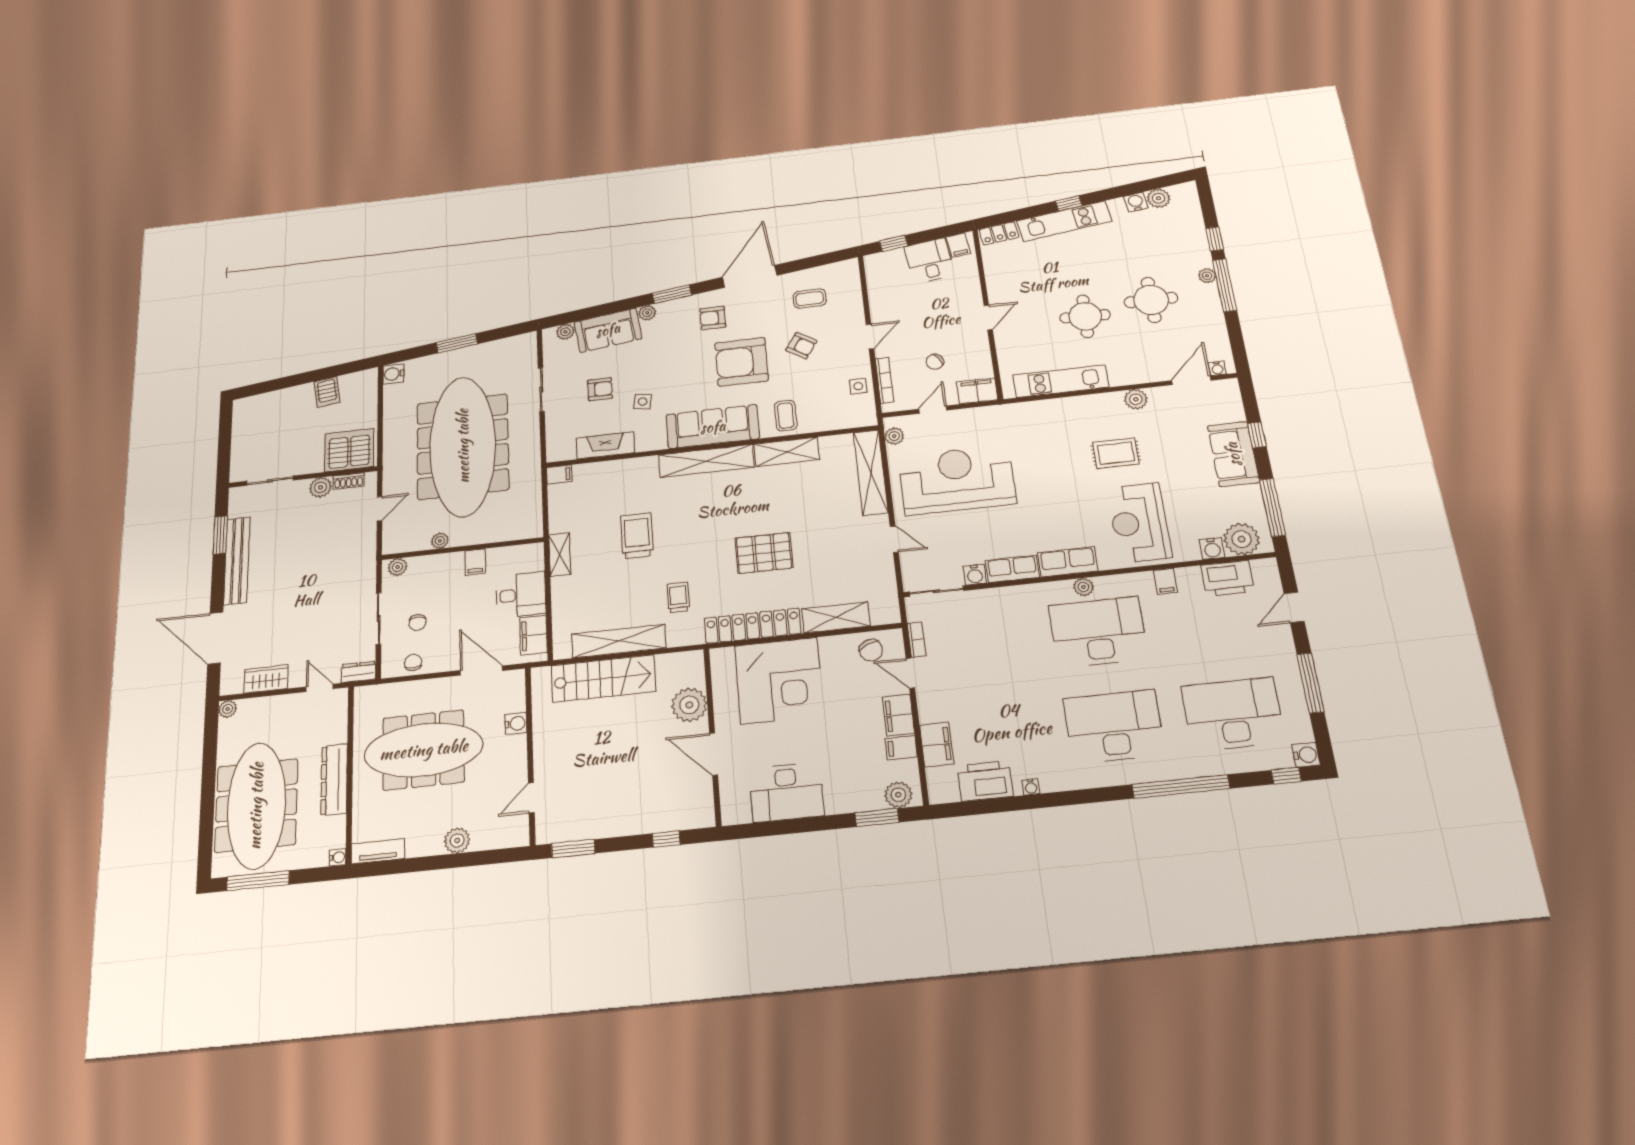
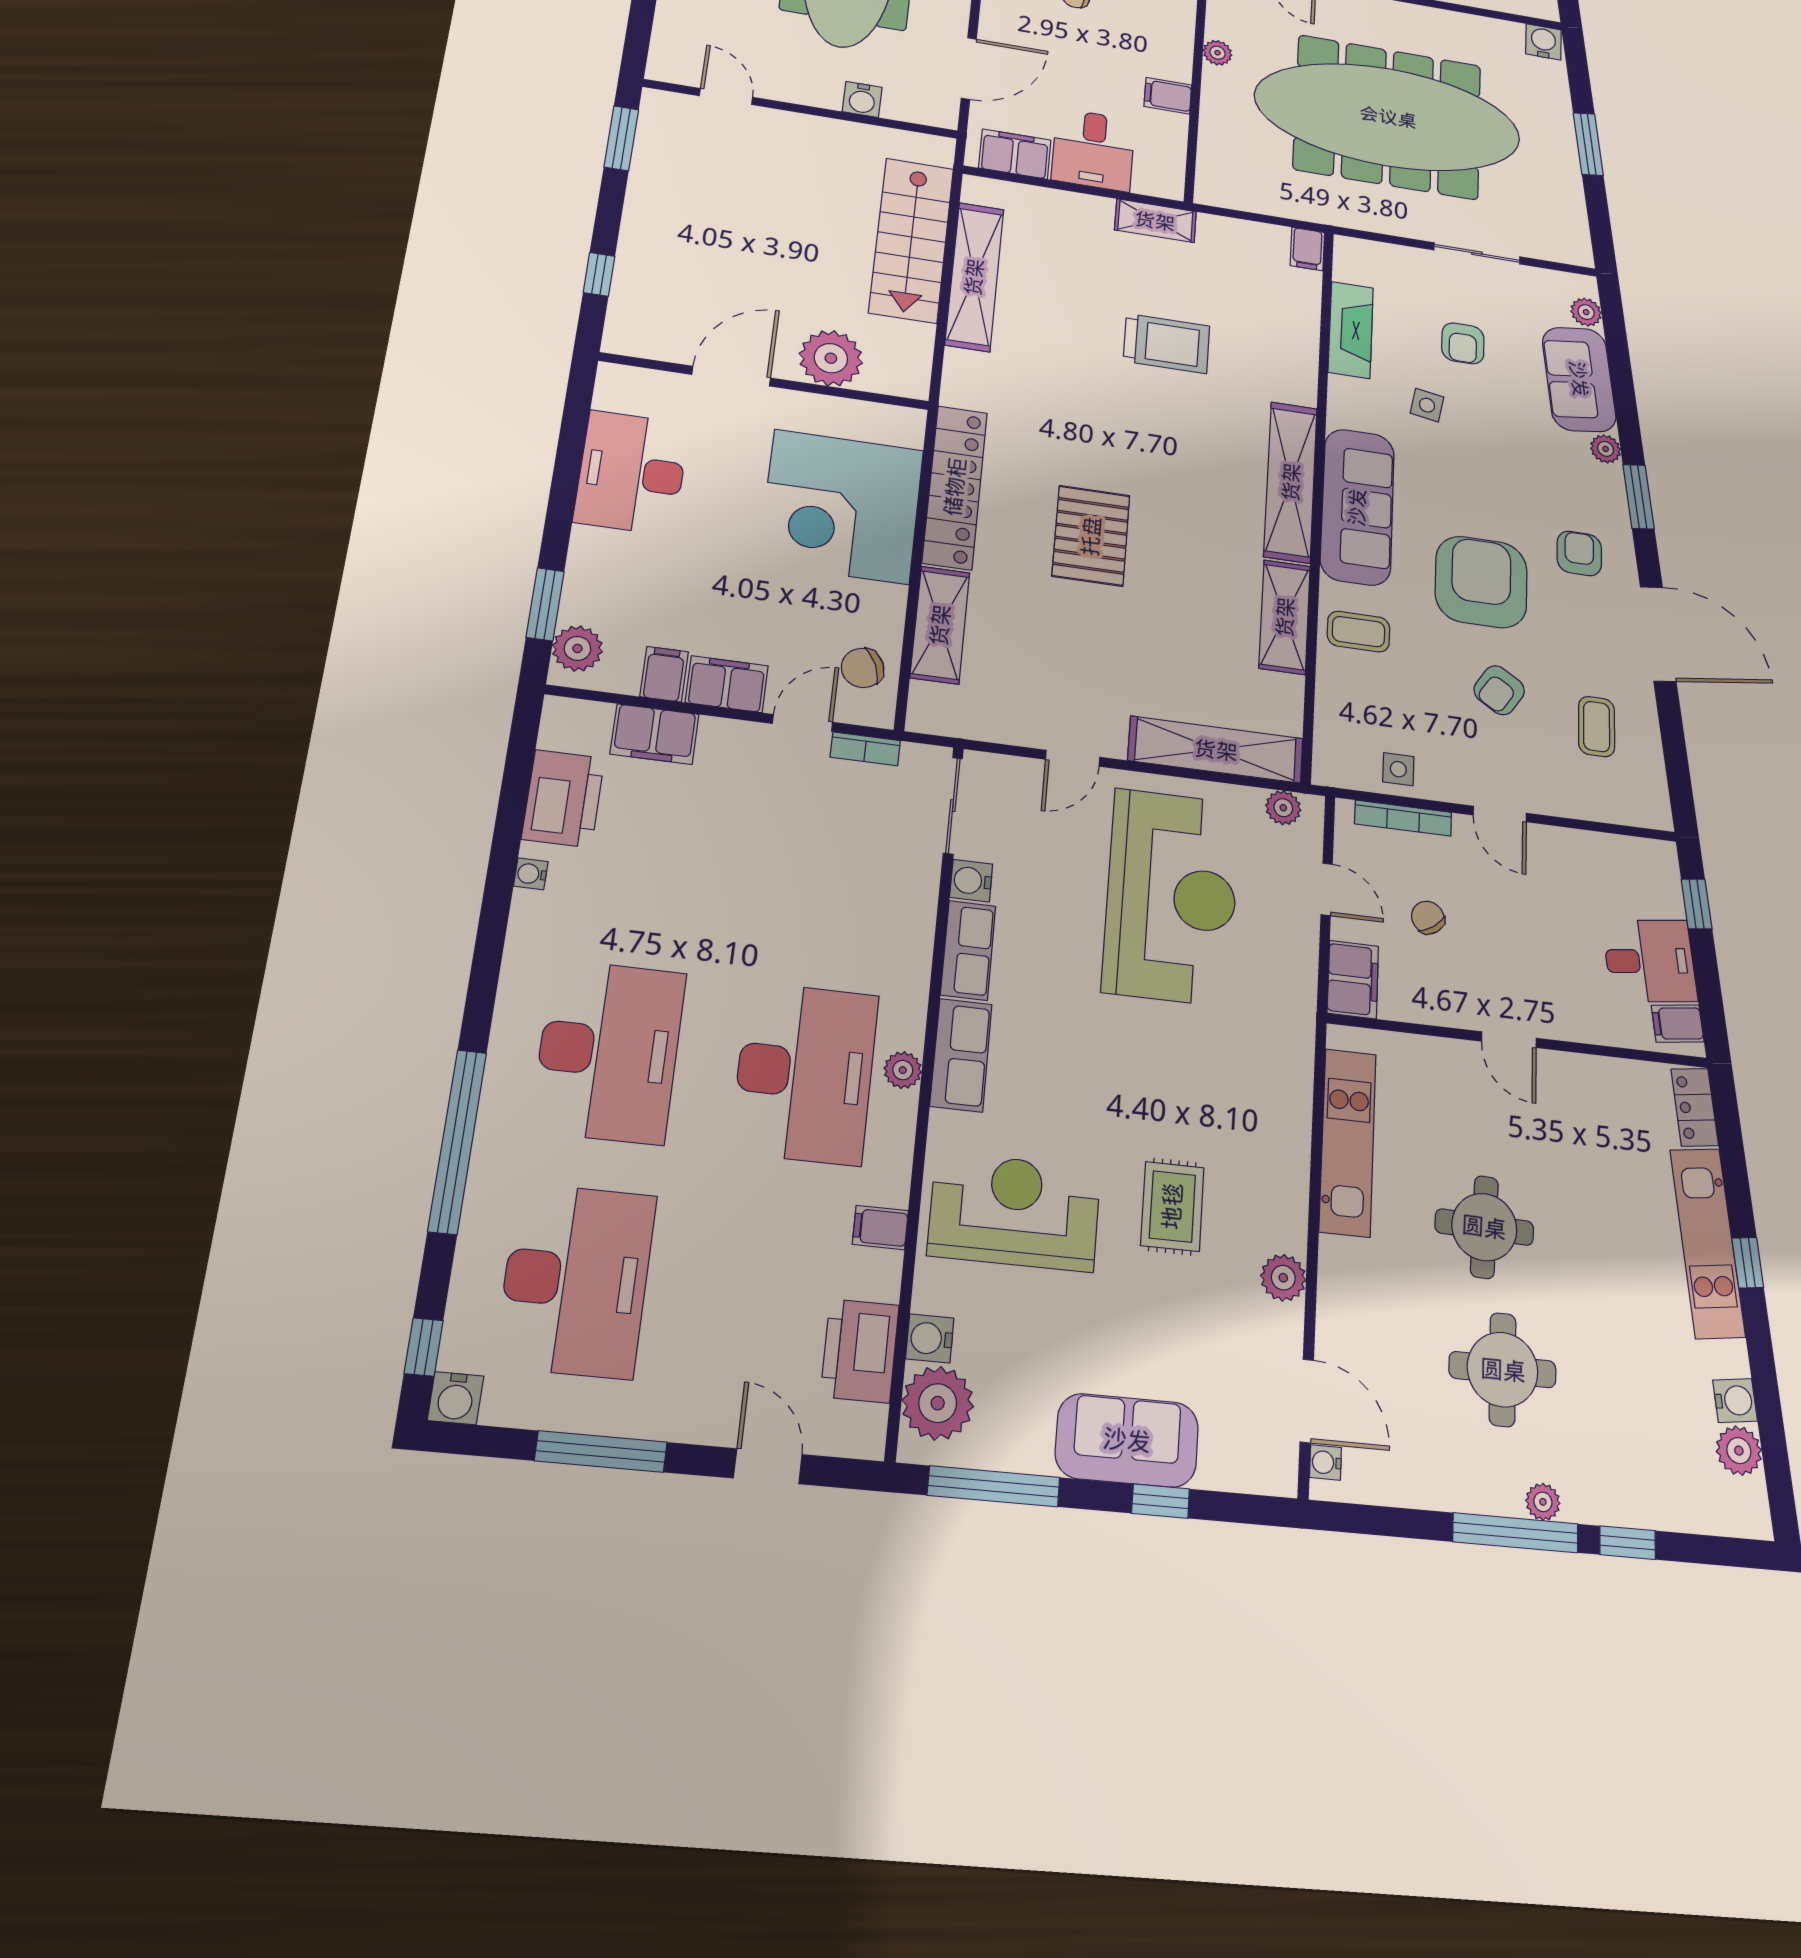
trolley: (678, 597) -> (1036, 383), removed

